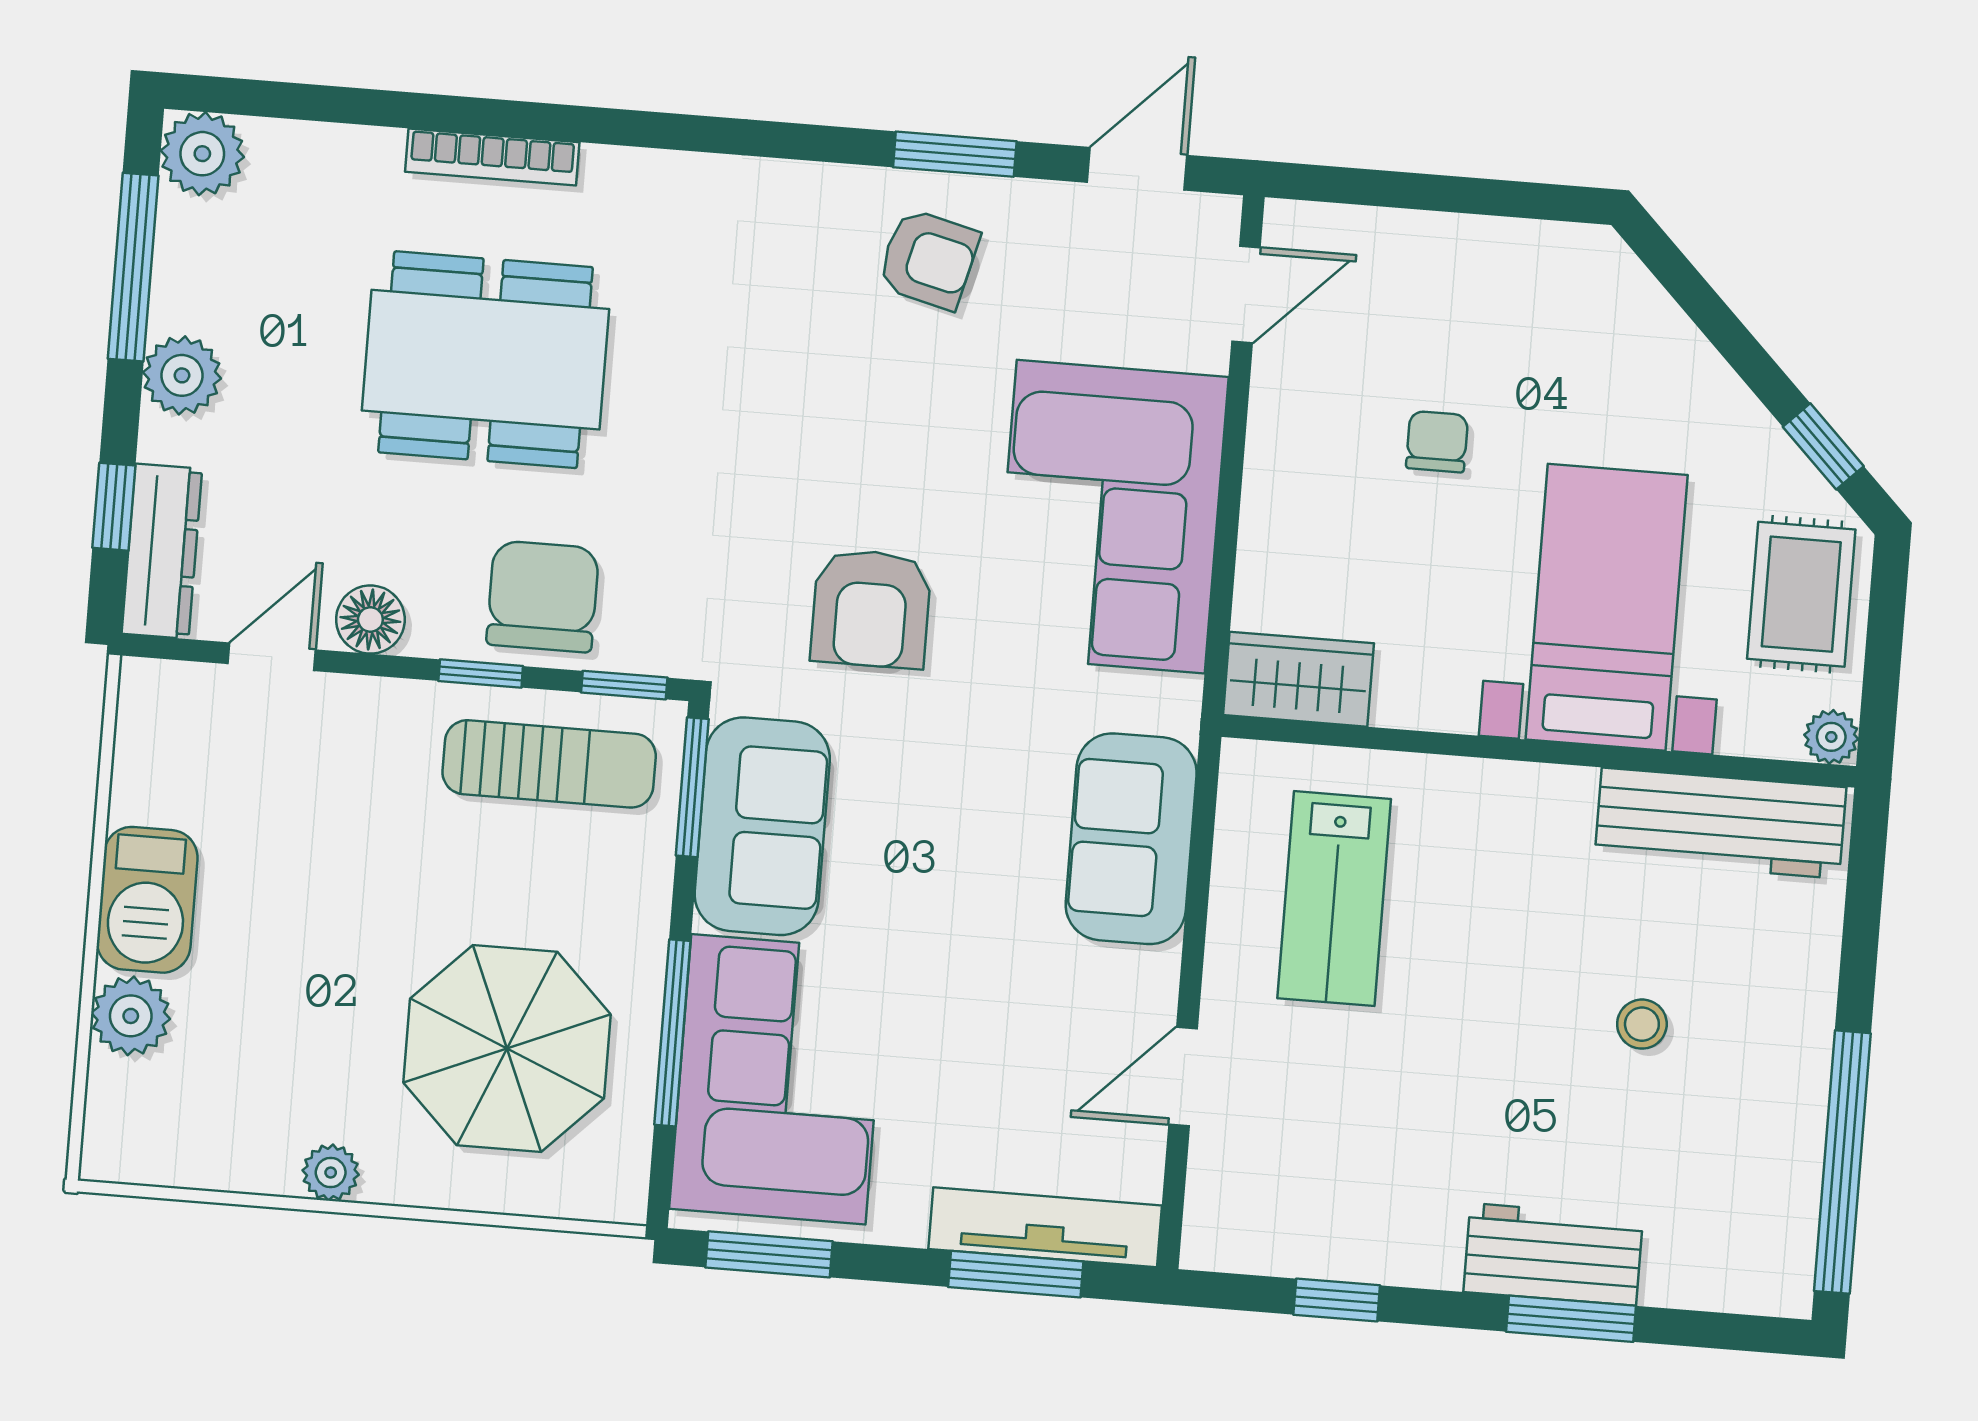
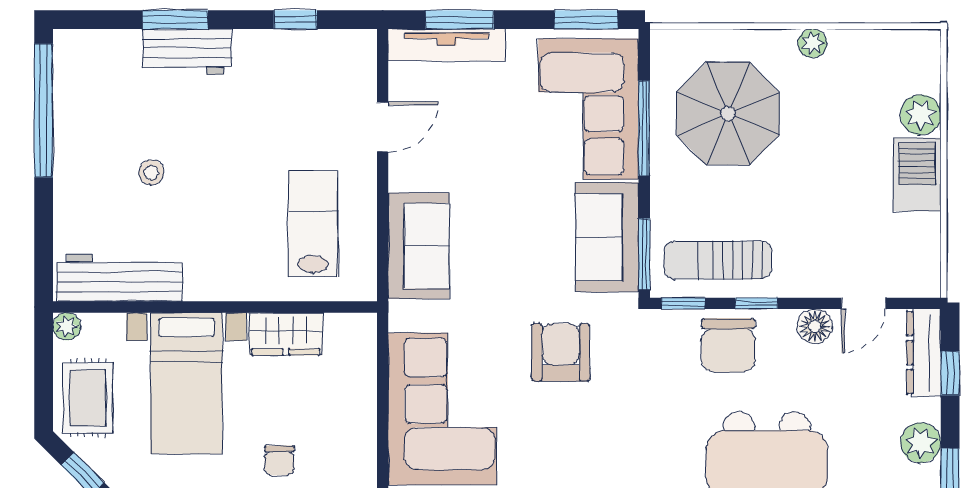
wardrobe: (1298, 679) -> (286, 334), moved

